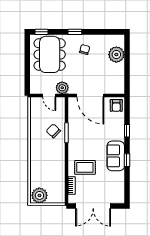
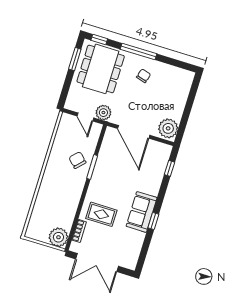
window: (75, 32) -> (139, 52), width x2.17
window: (27, 53) -> (75, 59), added
plant: (116, 55) -> (168, 128), moved
armchair: (116, 105) -> (160, 153), removed
window: (127, 131) -> (170, 168), moved
plant: (39, 195) -> (58, 237), moved

